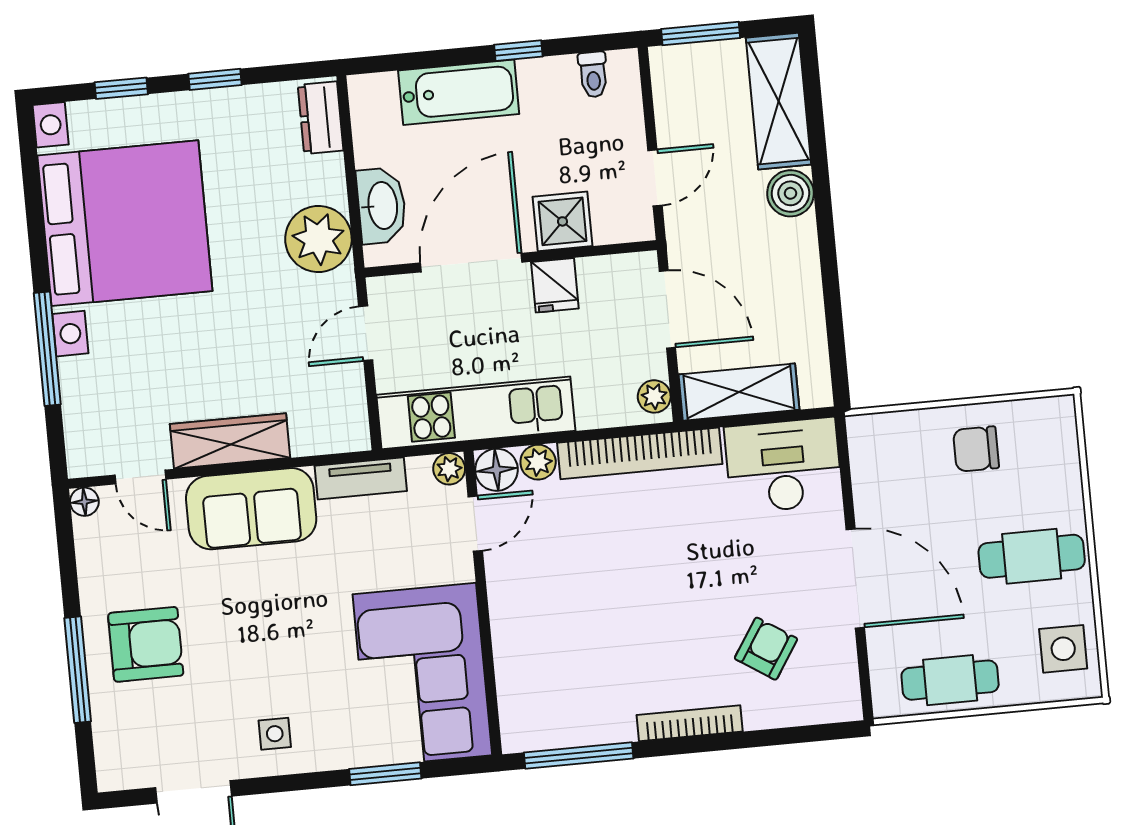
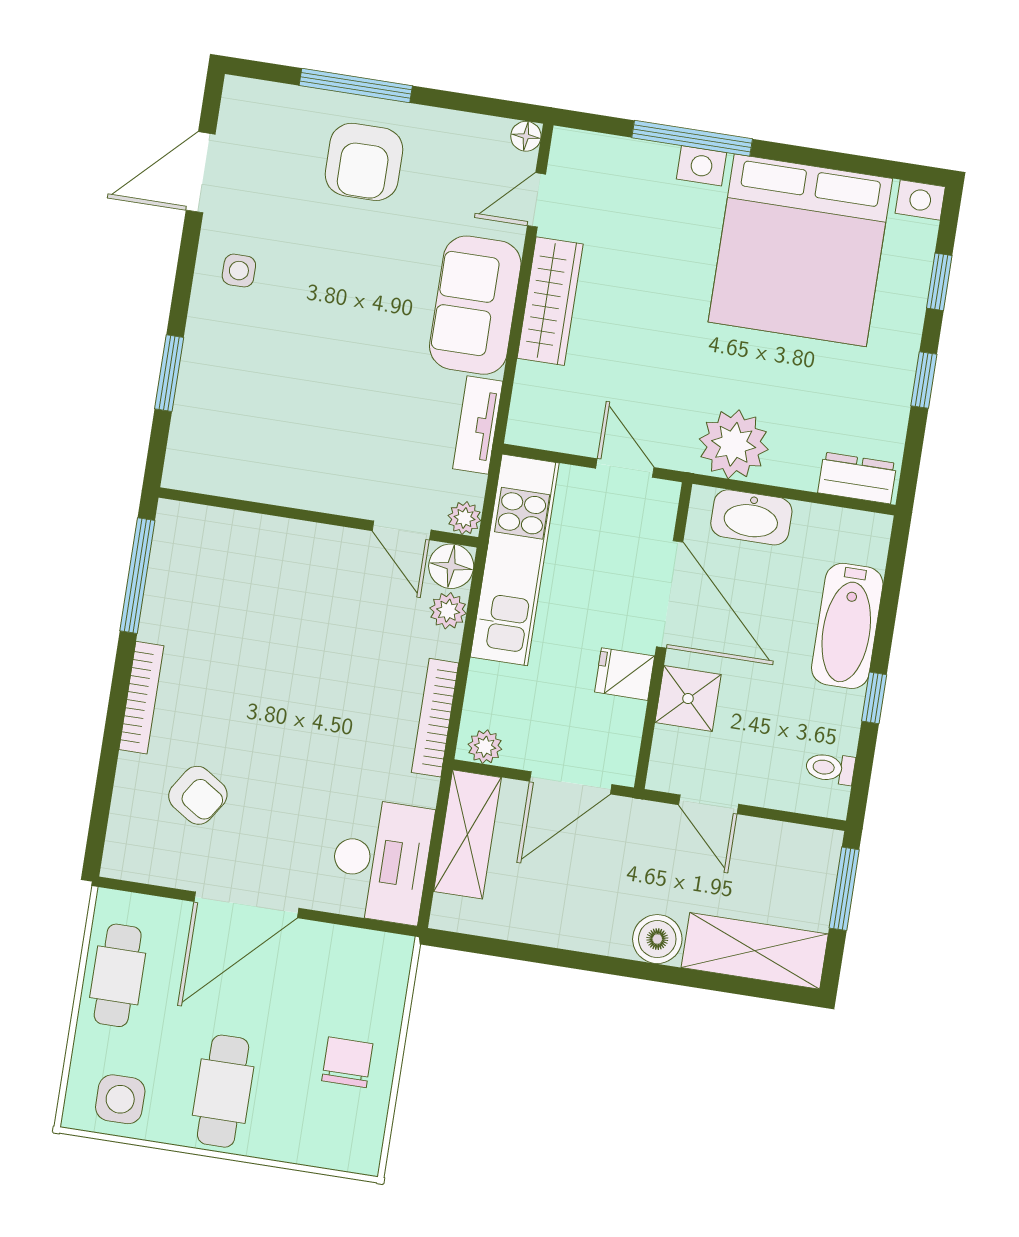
bookcase: (640, 453) -> (435, 718), width x0.68, depth x0.76
corner sofa: (422, 675) -> (261, 437), removed

